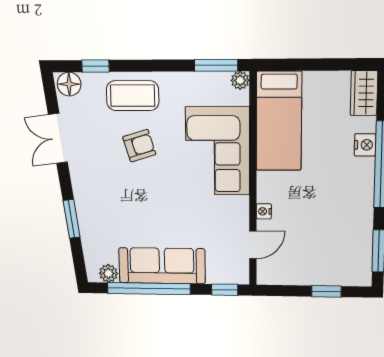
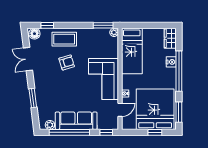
corner sofa: (218, 151) -> (103, 79), moved
bed: (328, 244) -> (155, 109), added

